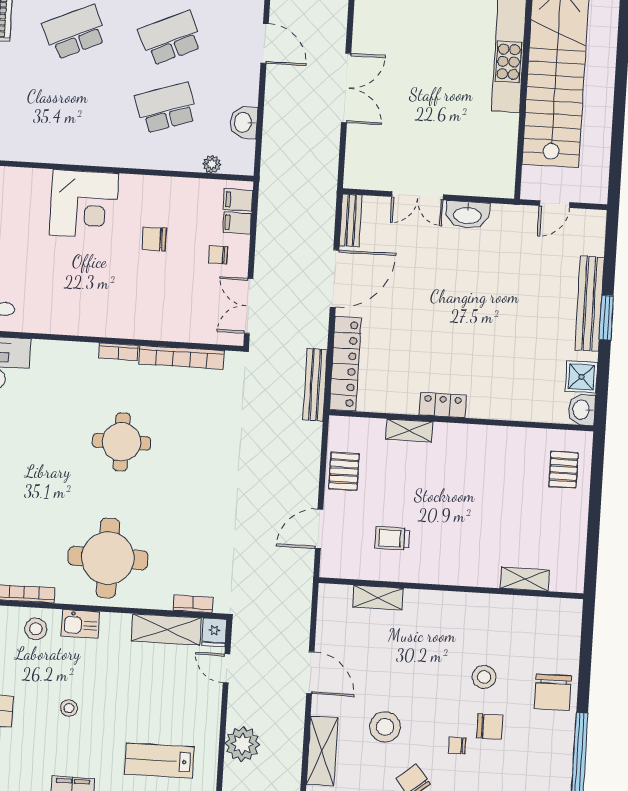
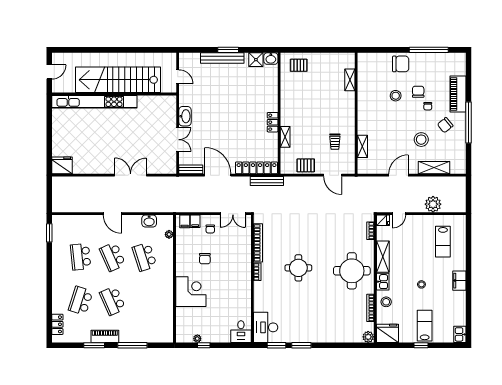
door: (265, 43) -> (112, 214), swing flipped
shelving: (166, 629) -> (383, 257), moved

